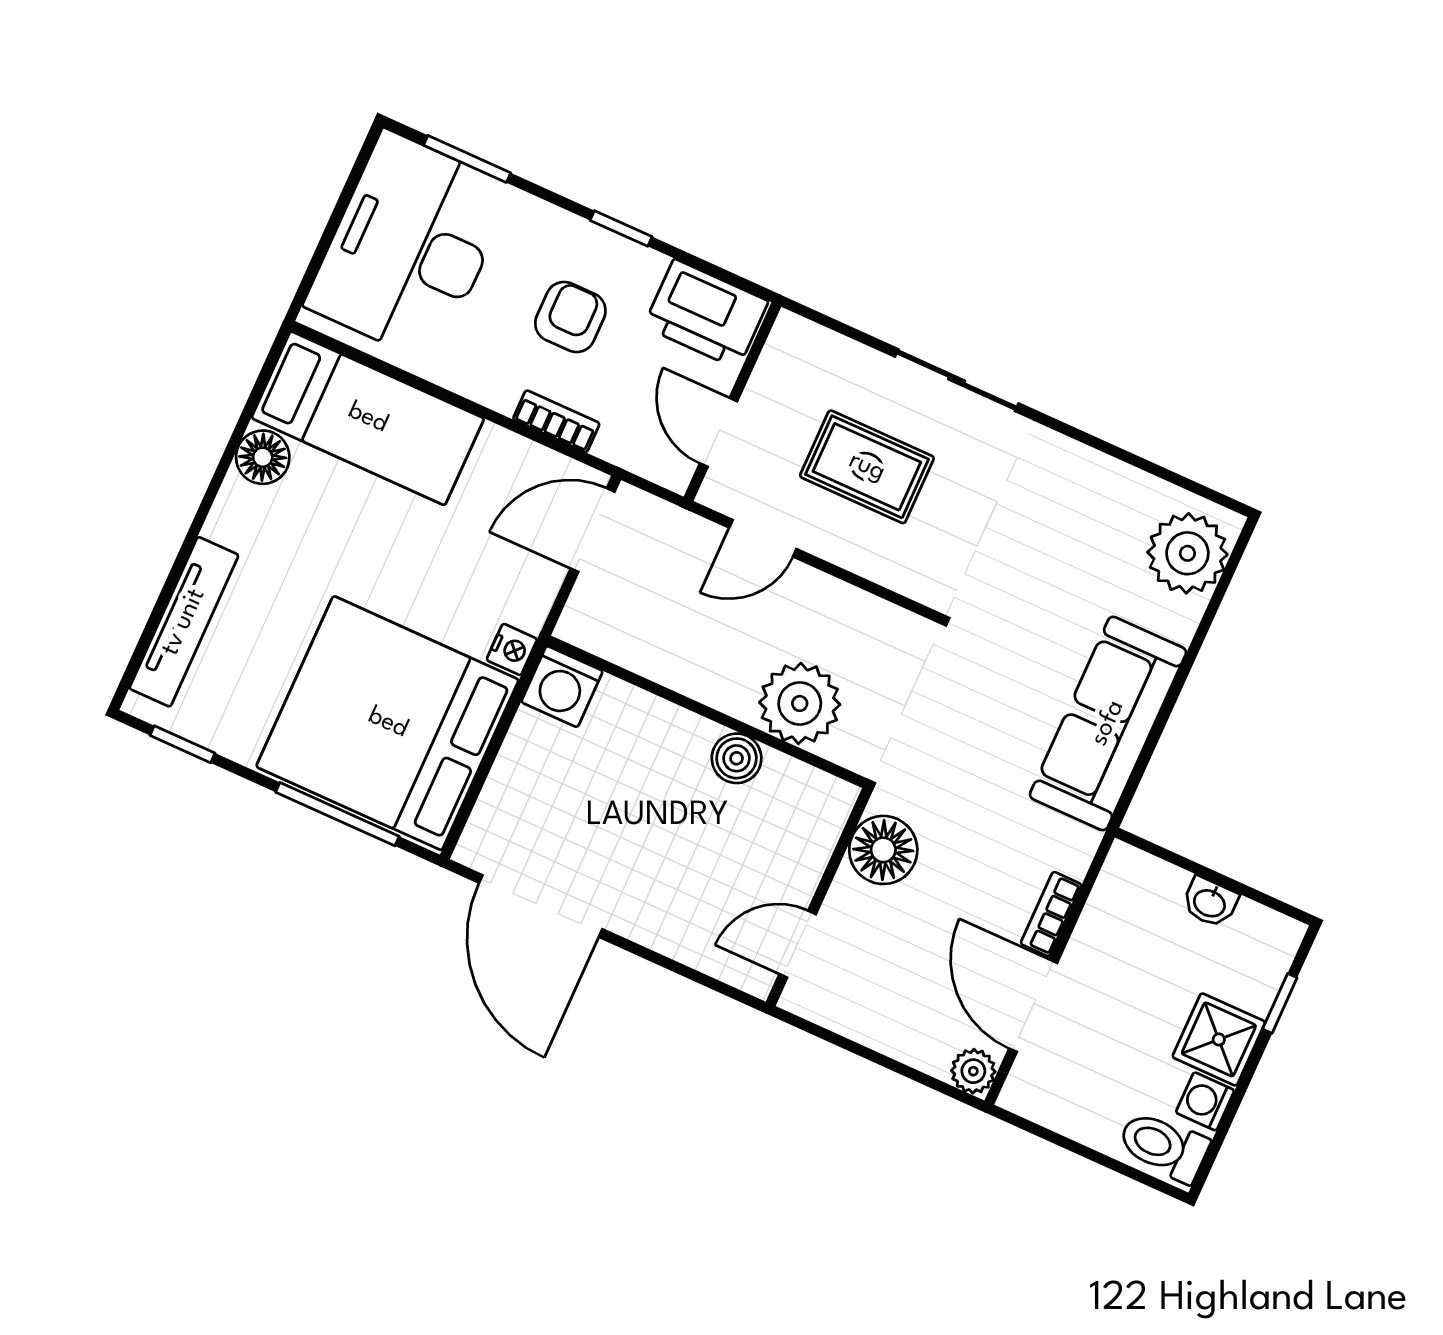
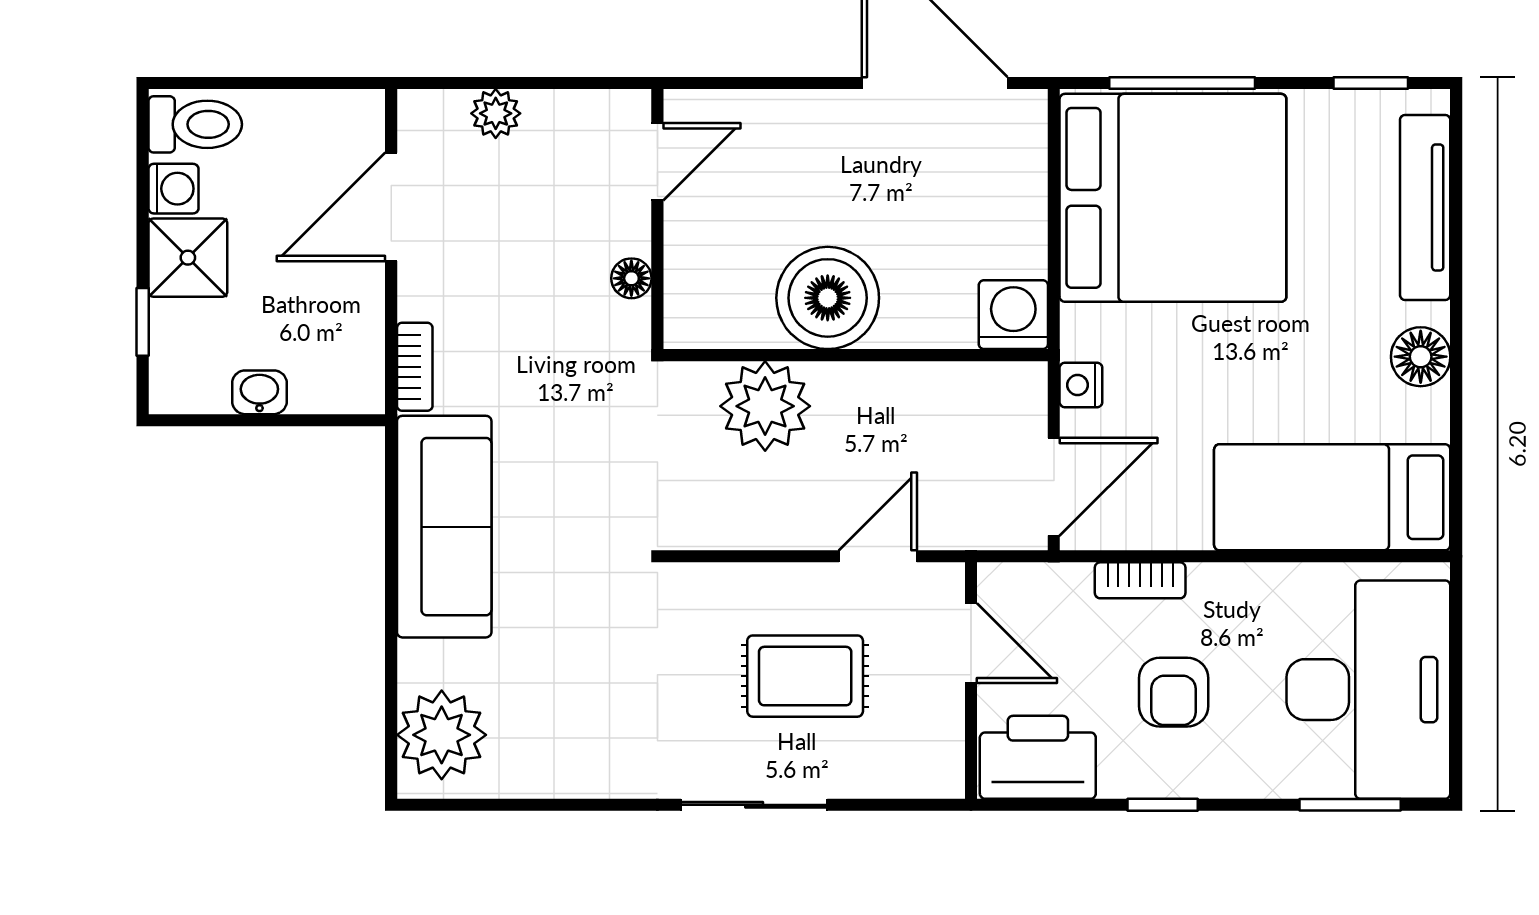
floor lamp: (263, 457) -> (1421, 357), moved
nightstand: (512, 649) -> (1081, 385), moved
boiler: (737, 758) -> (828, 298), width x1.86, depth x1.86
floor lamp: (883, 850) -> (631, 278), width x0.53, depth x0.53
bookcase: (1051, 914) -> (415, 367), moved
door: (1033, 1006) -> (391, 207), swing flipped
plant: (973, 1071) -> (496, 113), moved

